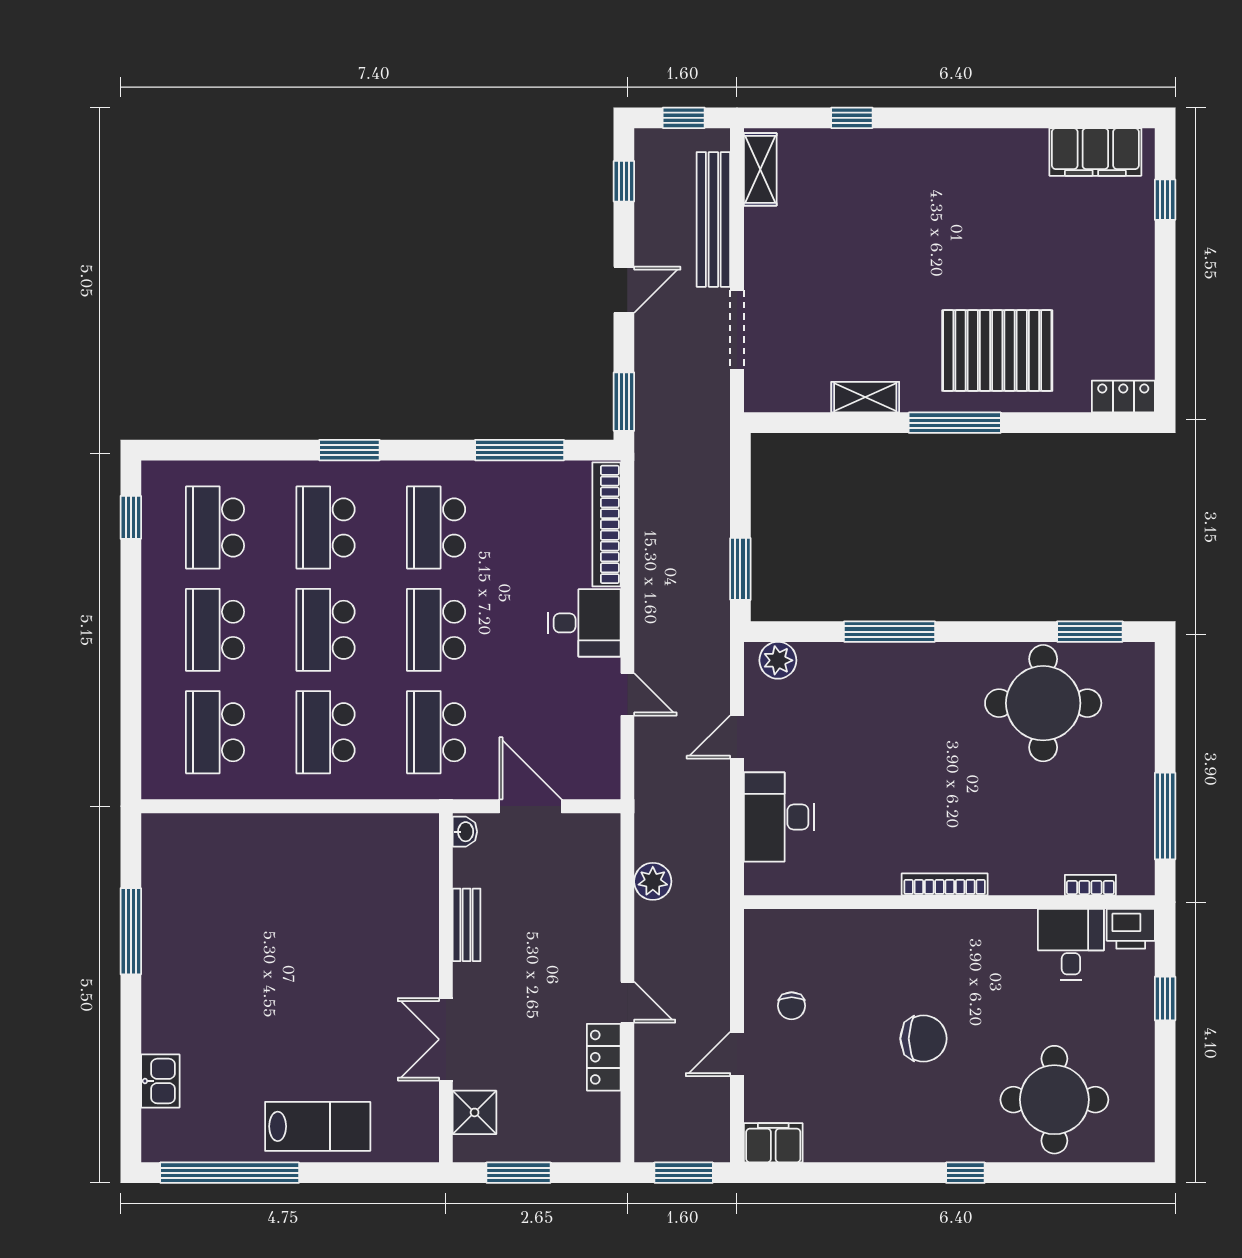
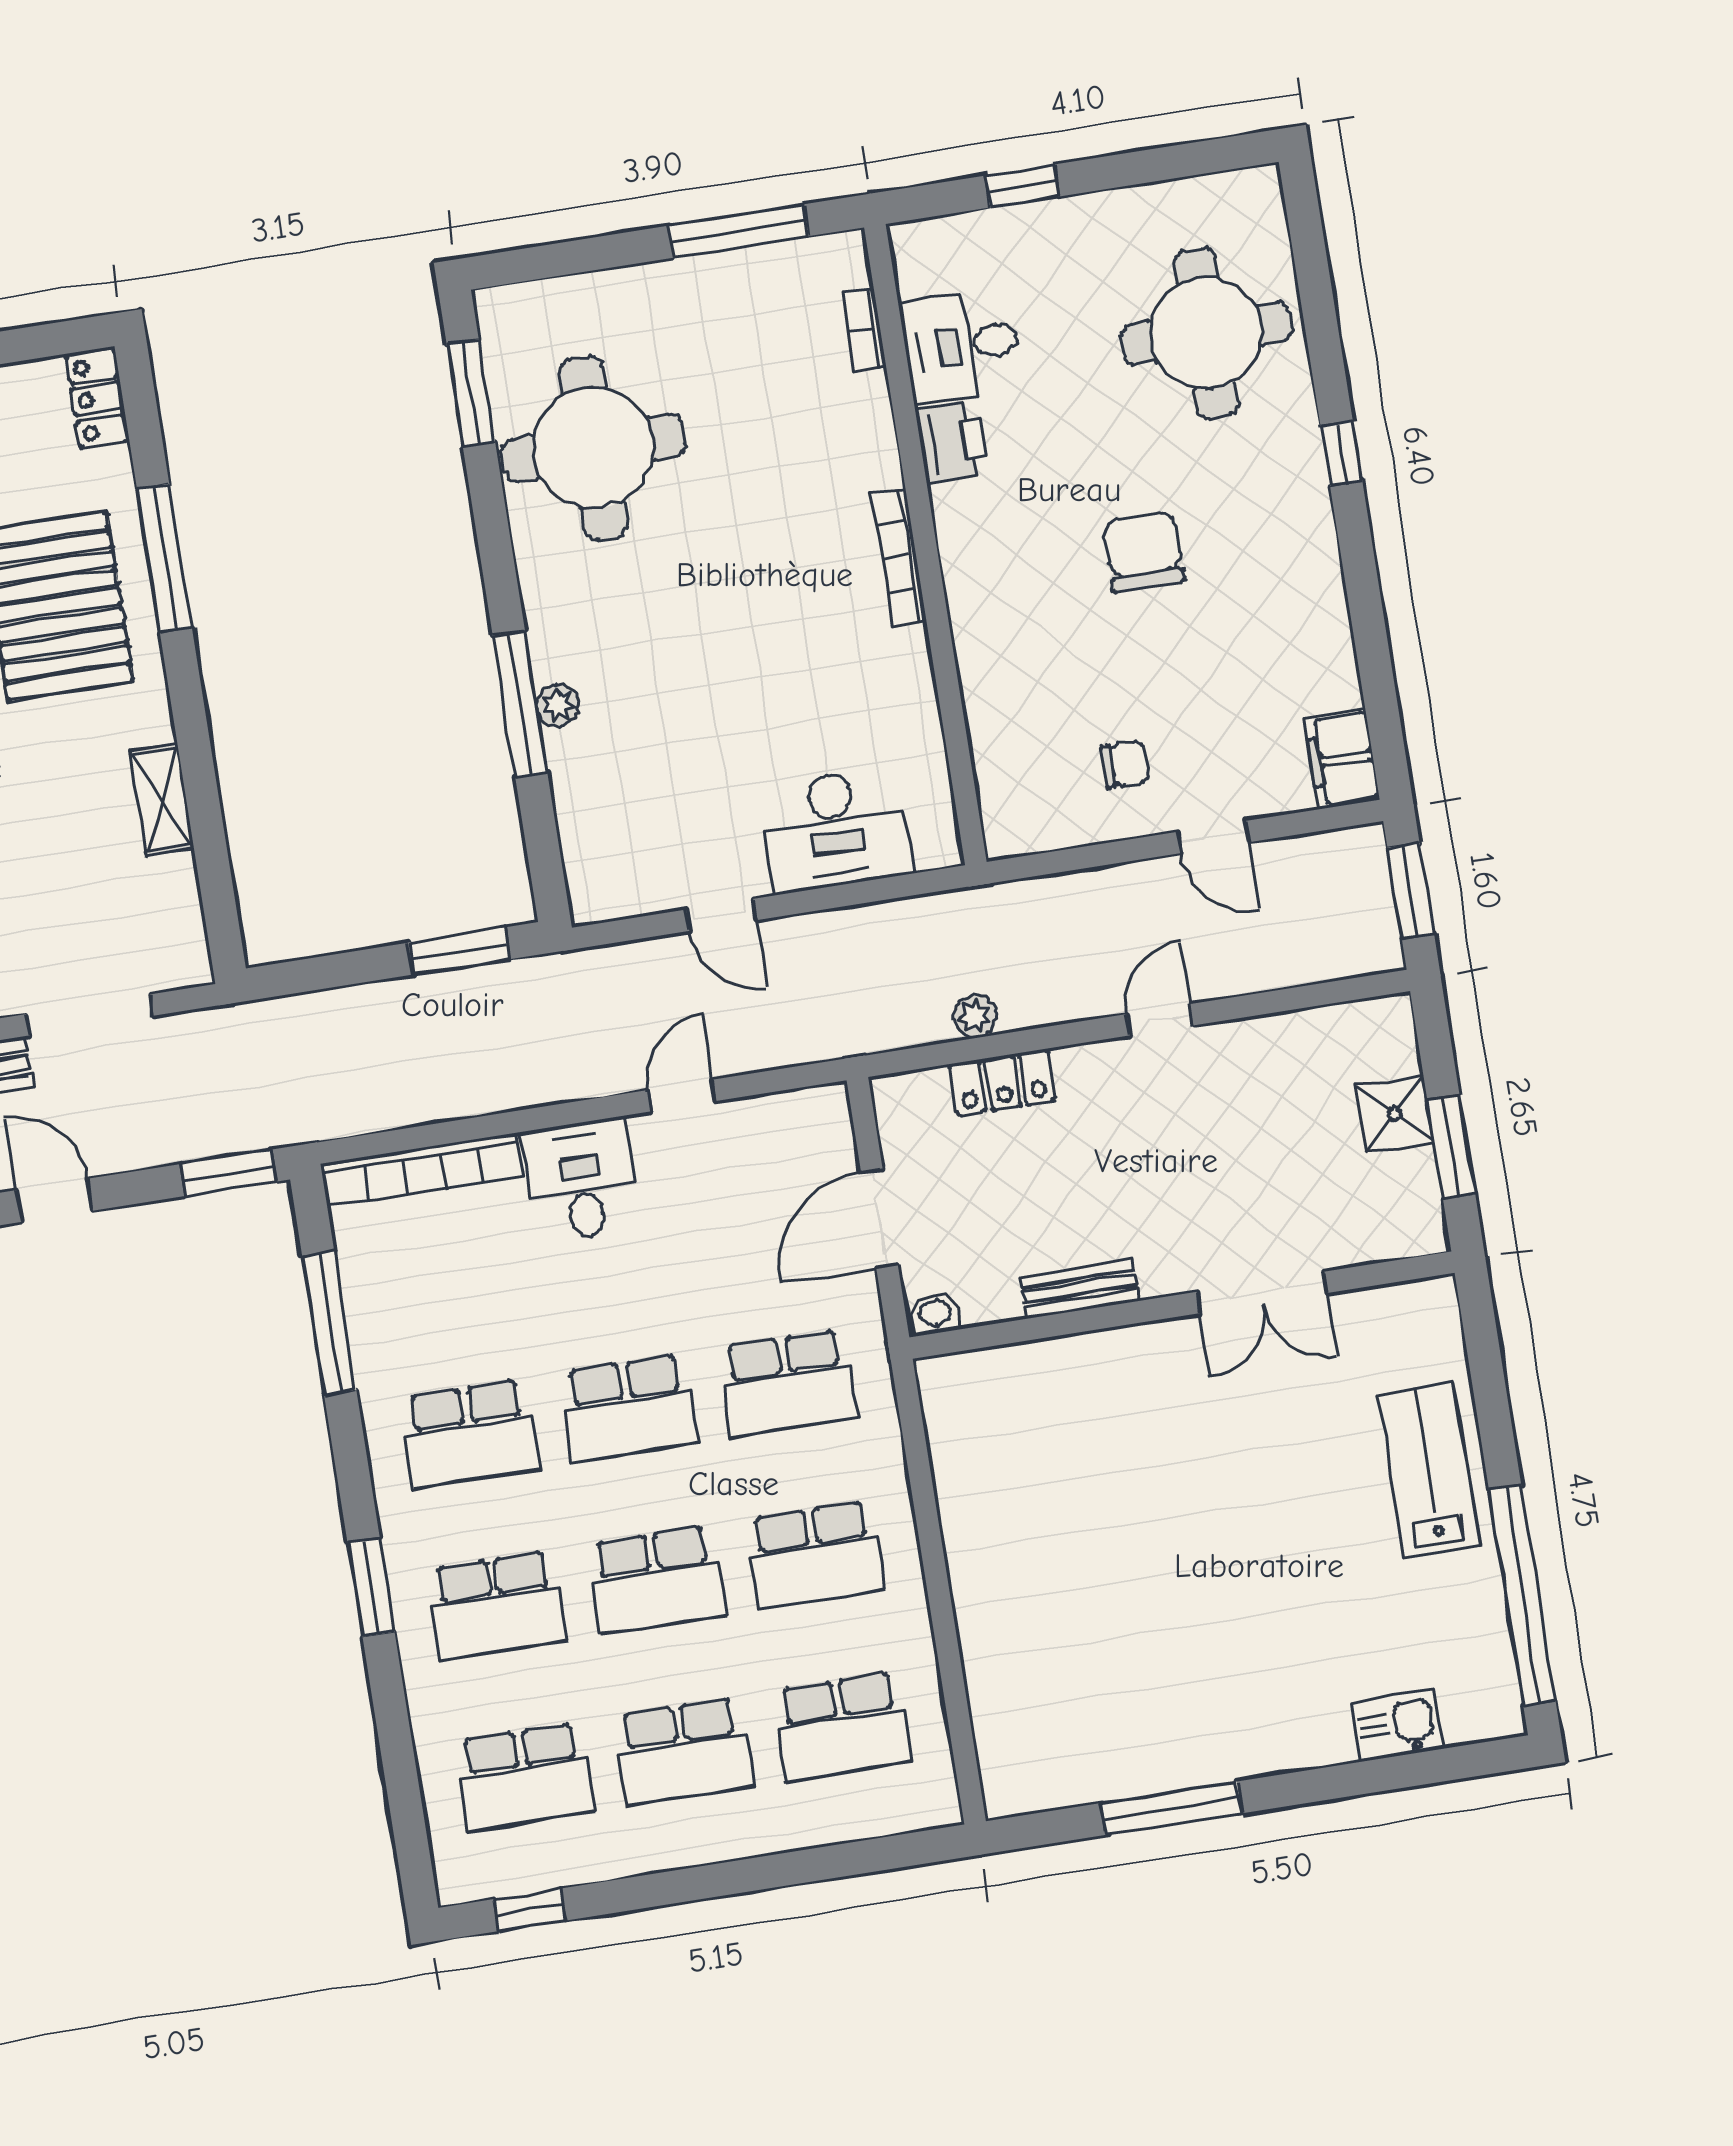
window: (955, 423) -> (164, 558), moved
plant: (778, 660) -> (558, 705), moved, width x0.73, depth x0.73
plant: (653, 881) -> (975, 1017), width x0.73, depth x0.73
printer: (1131, 929) -> (952, 442), moved
locker: (604, 1057) -> (1002, 1082), moved
shower: (475, 1112) -> (1395, 1114), moved

